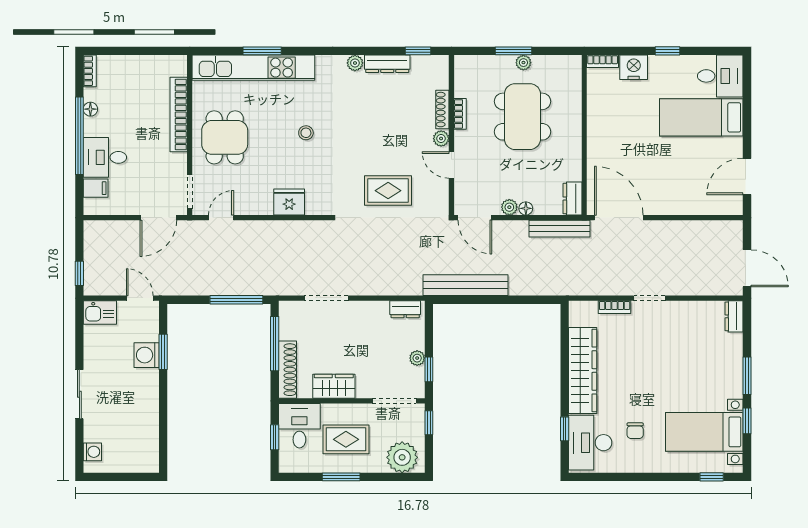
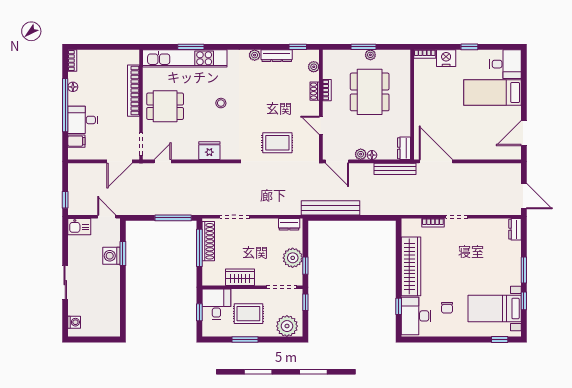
shoe rack: (442, 110) -> (315, 91), width x0.70
dining table: (225, 137) -> (165, 106), turned 90
plant: (441, 139) -> (314, 67), moved
plant: (417, 358) -> (293, 258), width x1.87, depth x1.87
shoe rack: (288, 370) -> (208, 241), moved

